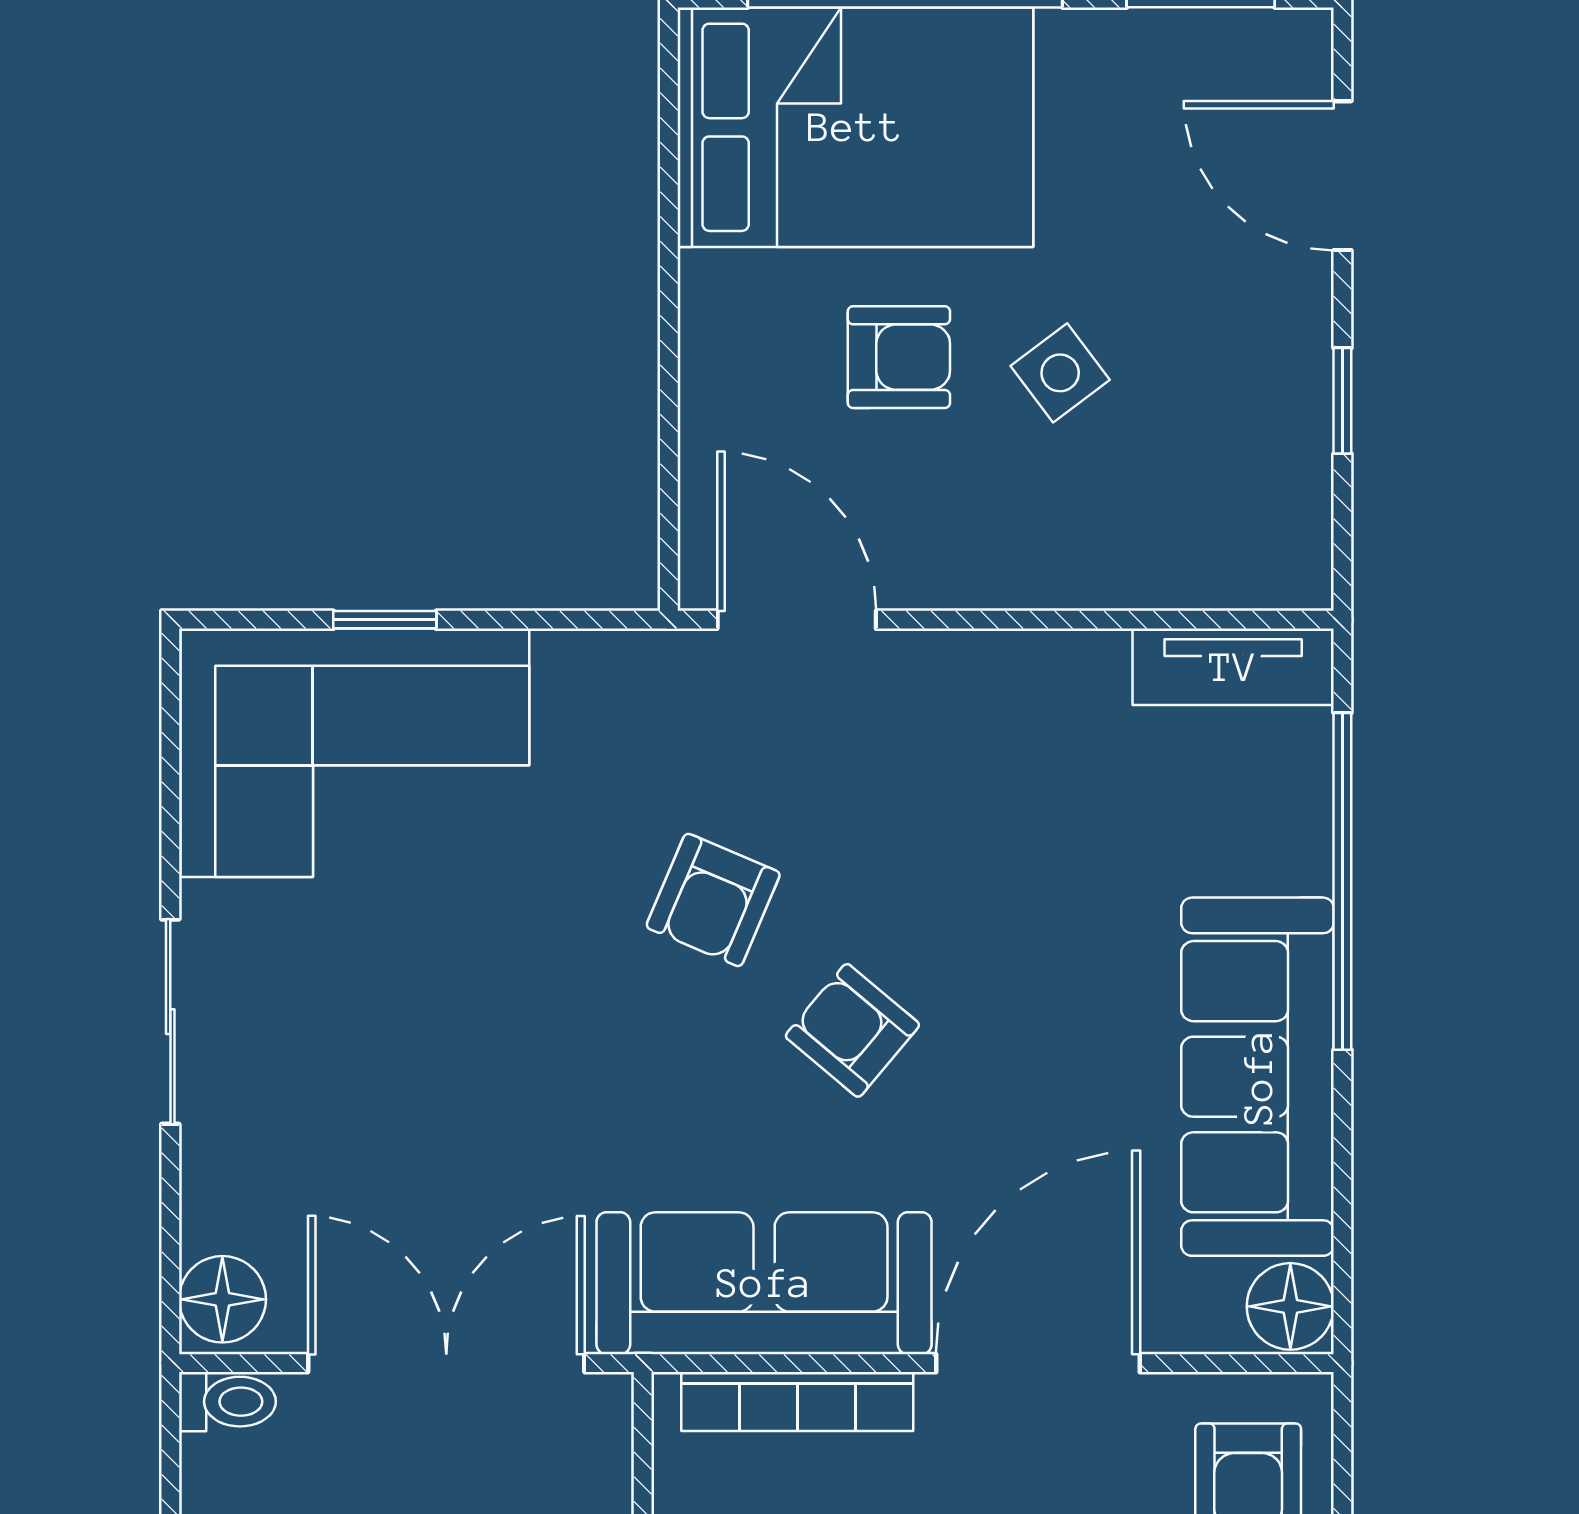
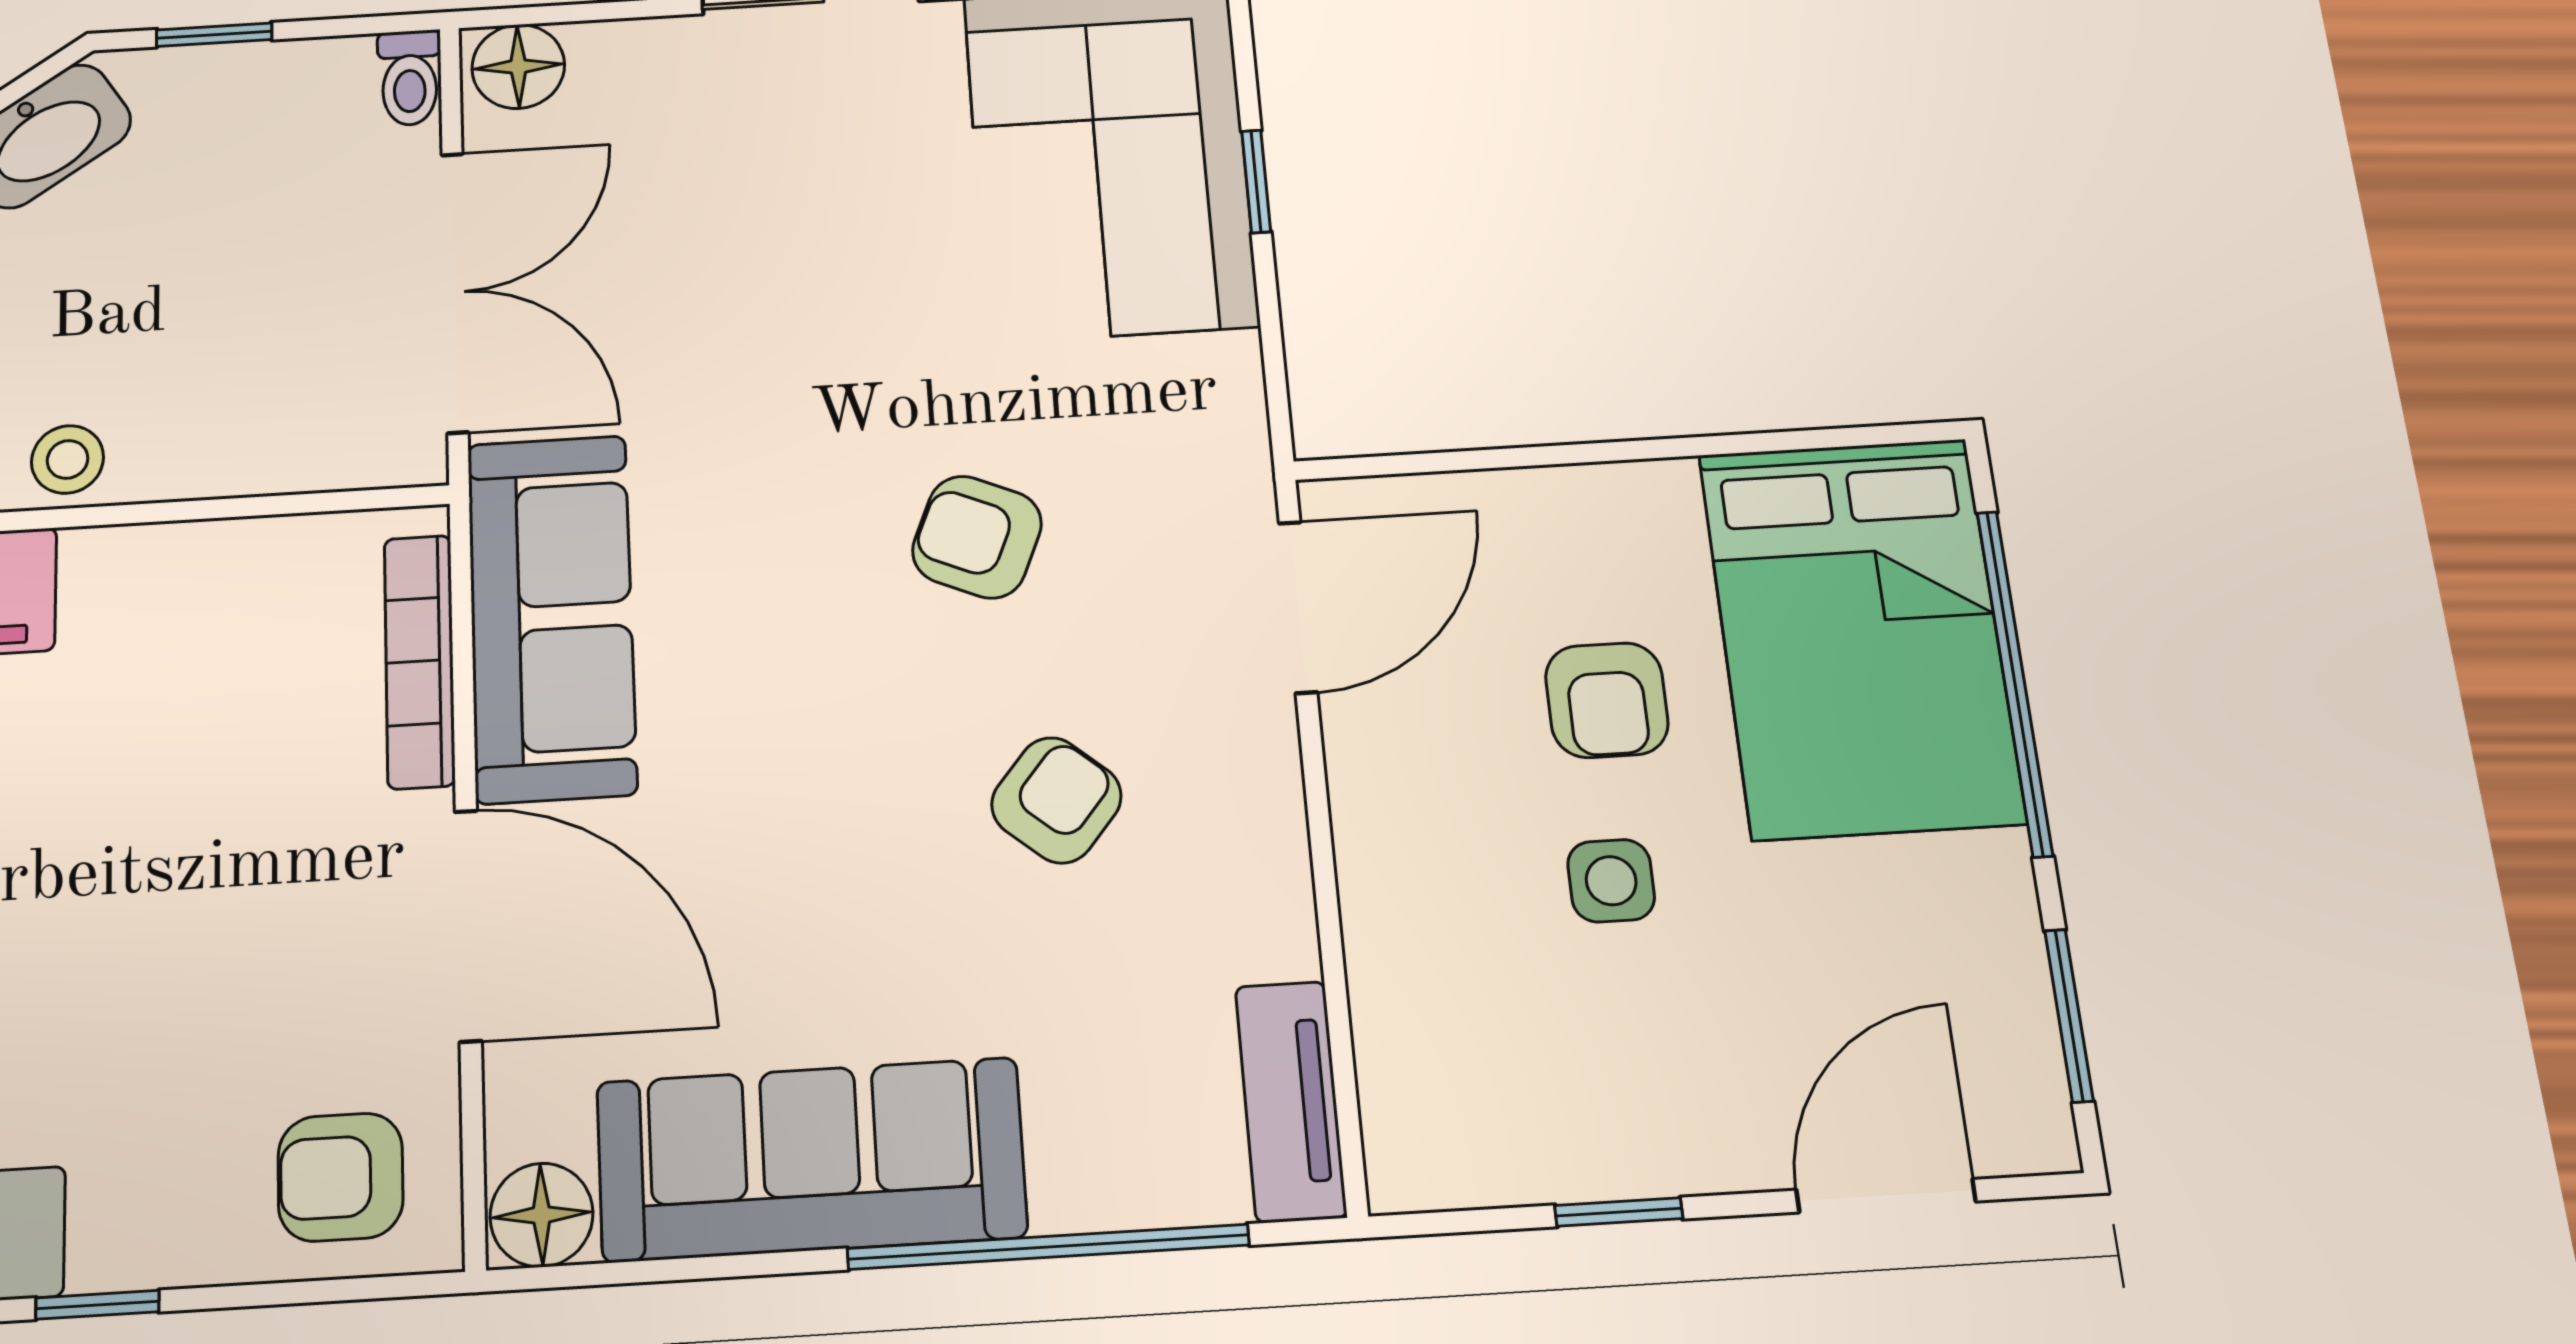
side table: (1060, 373) -> (1611, 881), turned 37
armchair: (852, 1030) -> (1056, 800), moved

